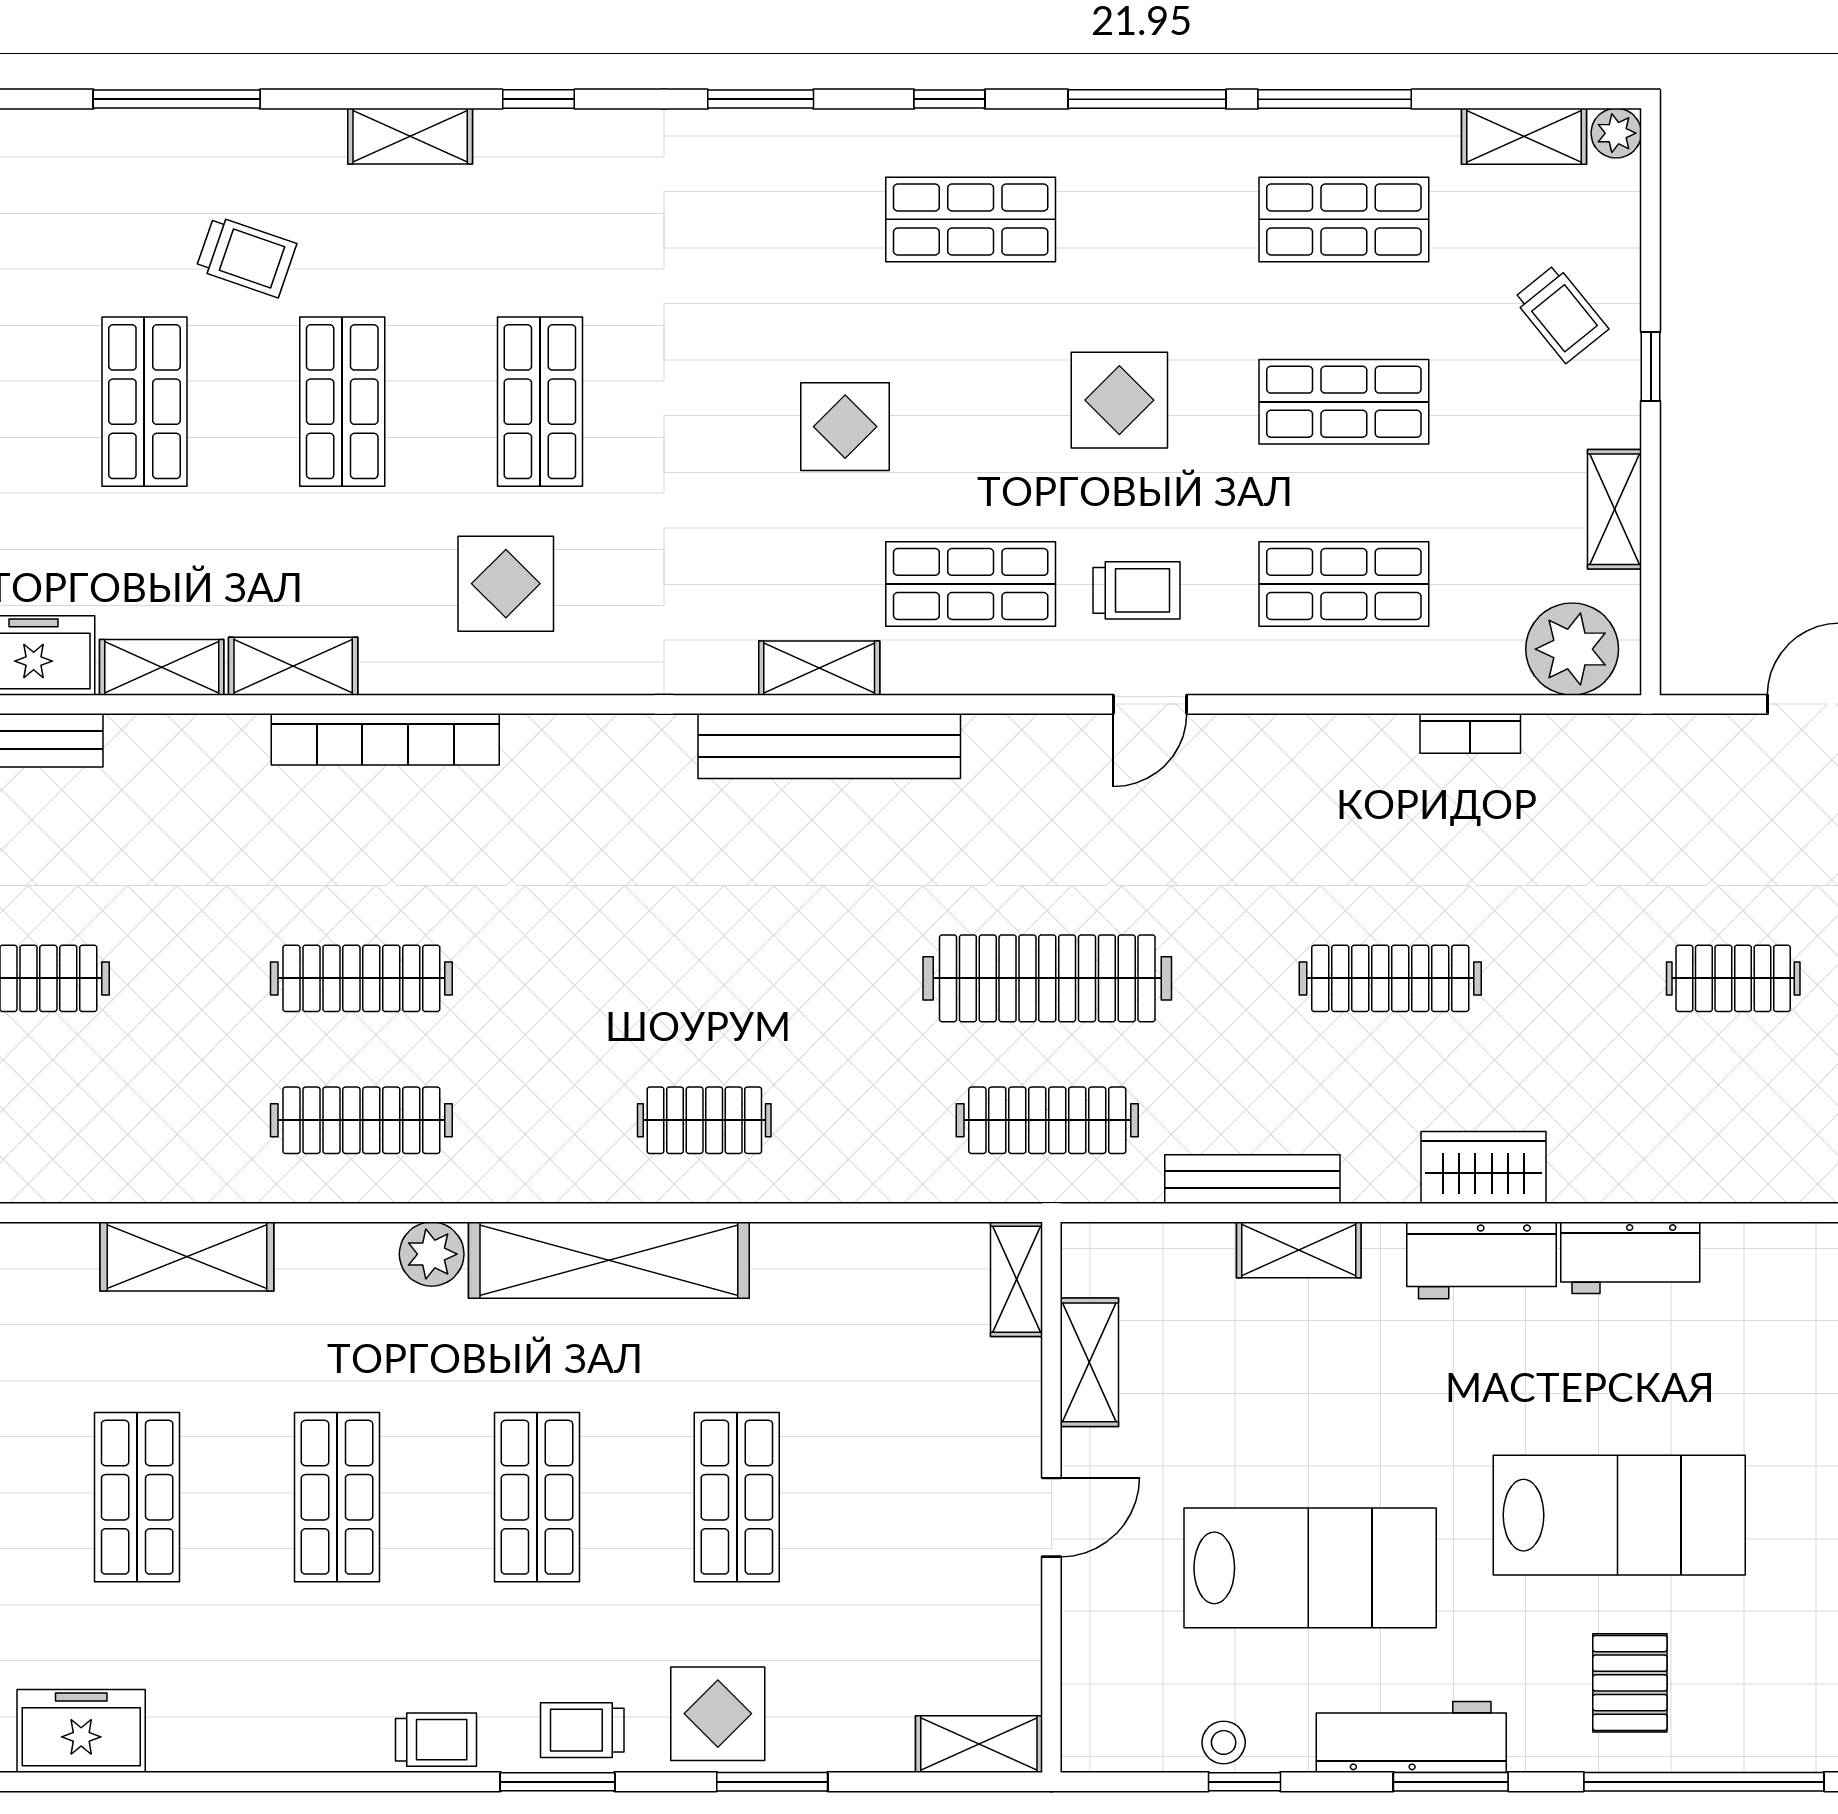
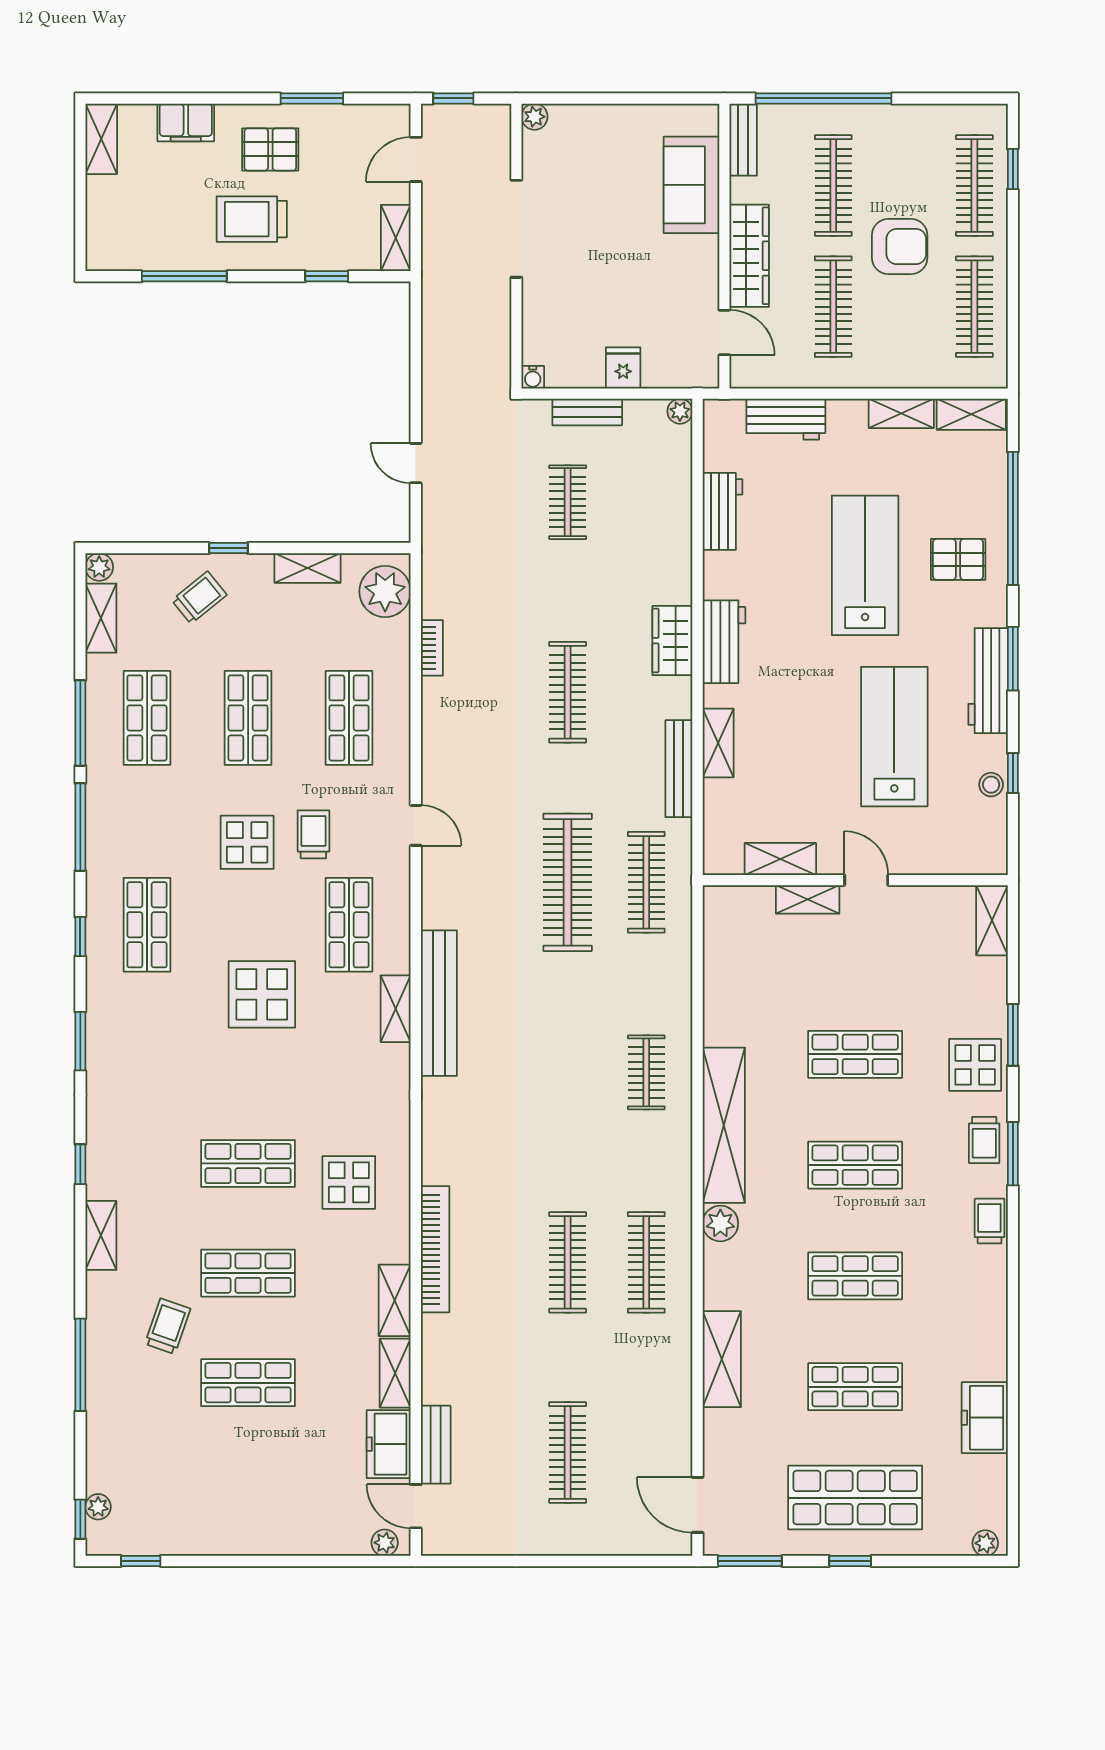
display table: (845, 427) -> (262, 994), width x1.36, depth x1.36
trolley: (1137, 590) -> (313, 834), moved
workbench: (1630, 1258) -> (722, 511), moved
shelving: (1016, 1279) -> (808, 899), moved

